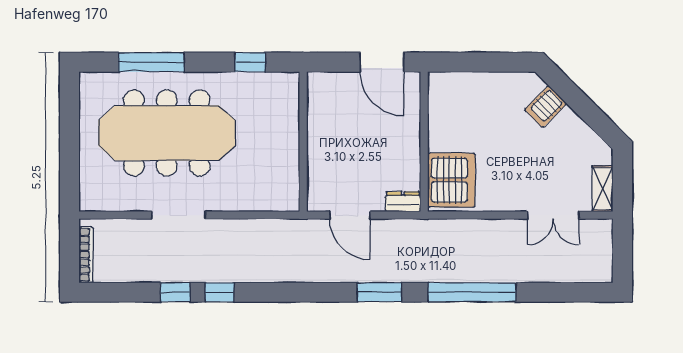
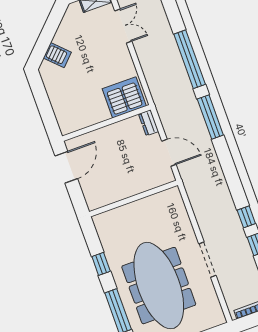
window: (250, 62) -> (101, 264), moved
door: (350, 215) -> (169, 153), hinge flipped
window: (380, 292) -> (210, 117), width x1.44

